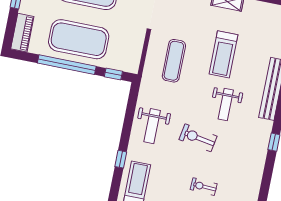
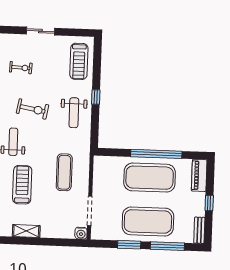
window: (113, 74) -> (115, 152), removed
weight bench: (152, 126) -> (74, 113), turned 180
window: (121, 159) -> (96, 97), moved

